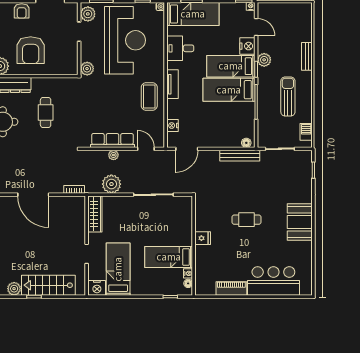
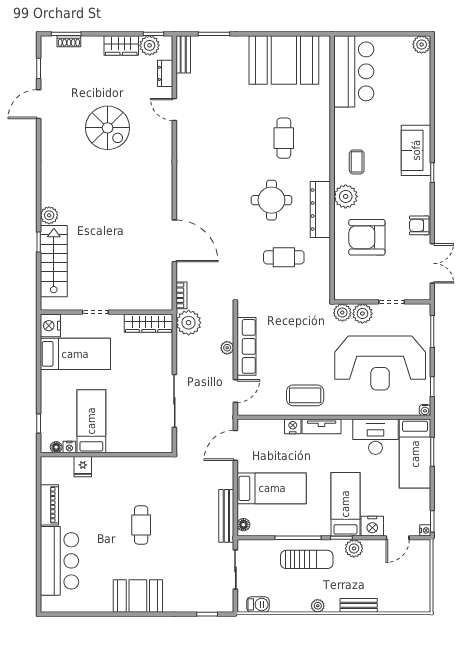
plant: (88, 14) -> (362, 314), moved
desk: (180, 48) -> (375, 437), width x1.37
plant: (307, 87) -> (318, 606), added
bed: (229, 90) -> (272, 488), moved, turned 90
sun lounger: (288, 97) -> (307, 559), moved
nightstand: (173, 126) -> (293, 426), moved
door: (187, 149) -> (235, 445), hinge flipped
plant: (111, 184) -> (189, 323), moved
door: (33, 195) -> (174, 241), swing flipped
fridge: (203, 238) -> (83, 467), moved

